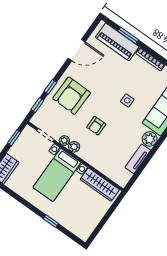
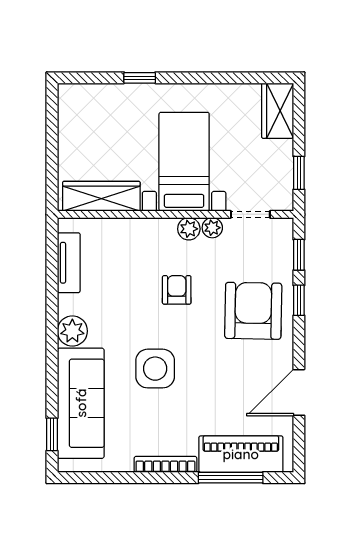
window: (128, 35) -> (231, 478), width x1.44
side table: (127, 100) -> (155, 369), width x1.87, depth x1.87
tv unit: (138, 159) -> (69, 263), moved

